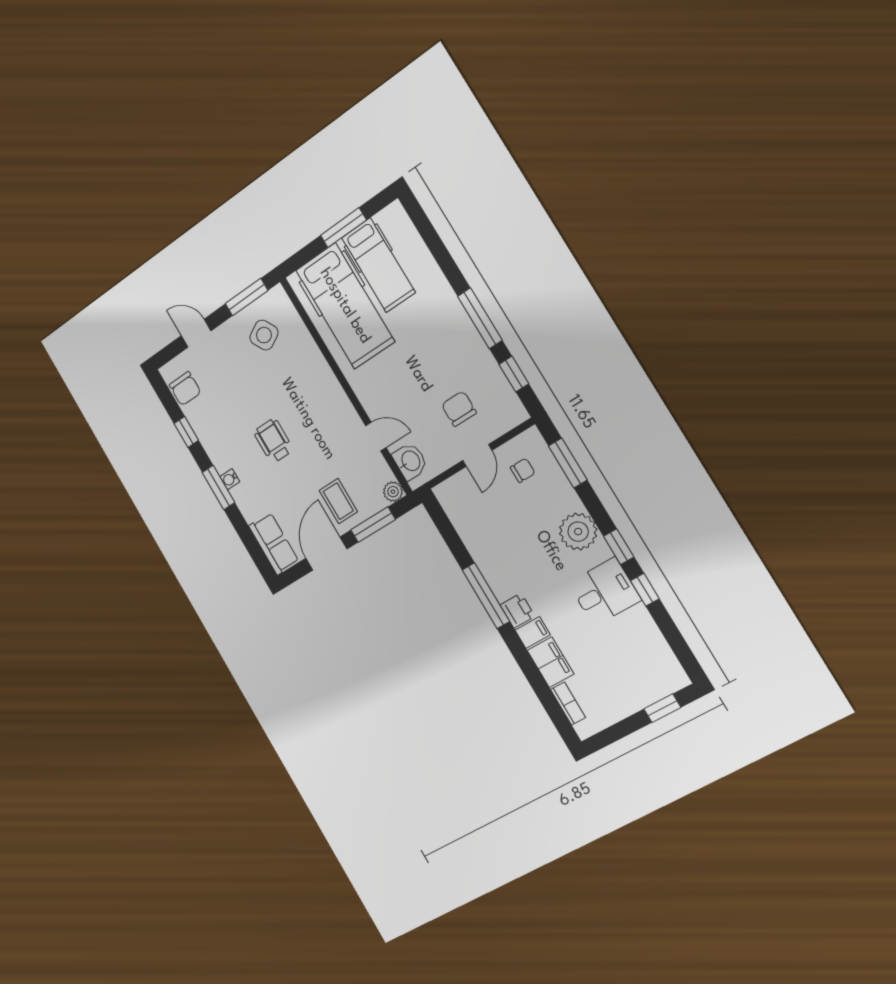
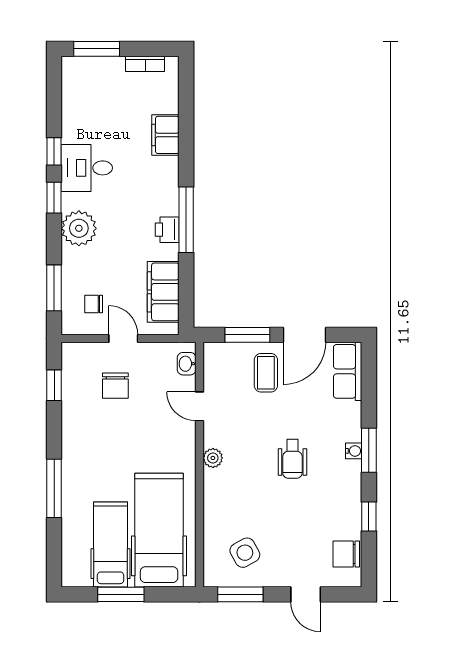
window: (480, 318) -> (54, 488), moved
chair: (185, 389) -> (346, 554), turned -90
door: (477, 455) -> (123, 338), hinge flipped
washbasin: (410, 461) -> (187, 364), width x0.72, depth x0.69
plant: (393, 492) -> (213, 458), moved
printer: (517, 611) -> (167, 230), moved
filing cabinet: (533, 633) -> (163, 292), moved, width x3.00, depth x1.17
bookcase: (568, 703) -> (145, 64), moved, turned -90
window: (662, 708) -> (97, 49), width x1.50

